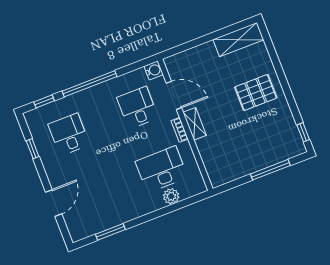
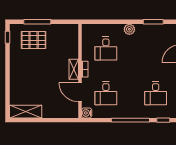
pallet: (256, 92) -> (34, 40), moved
desk: (162, 169) -> (106, 49), width x0.73
plant: (171, 196) -> (129, 29), moved

